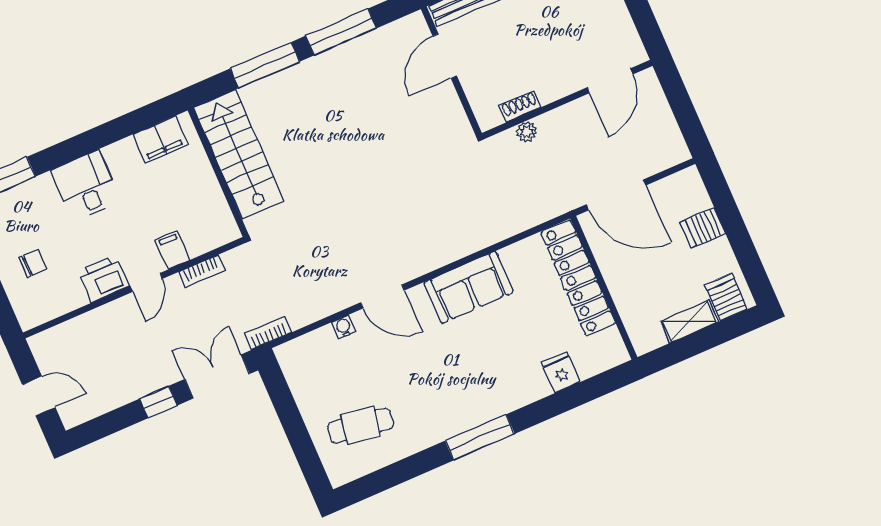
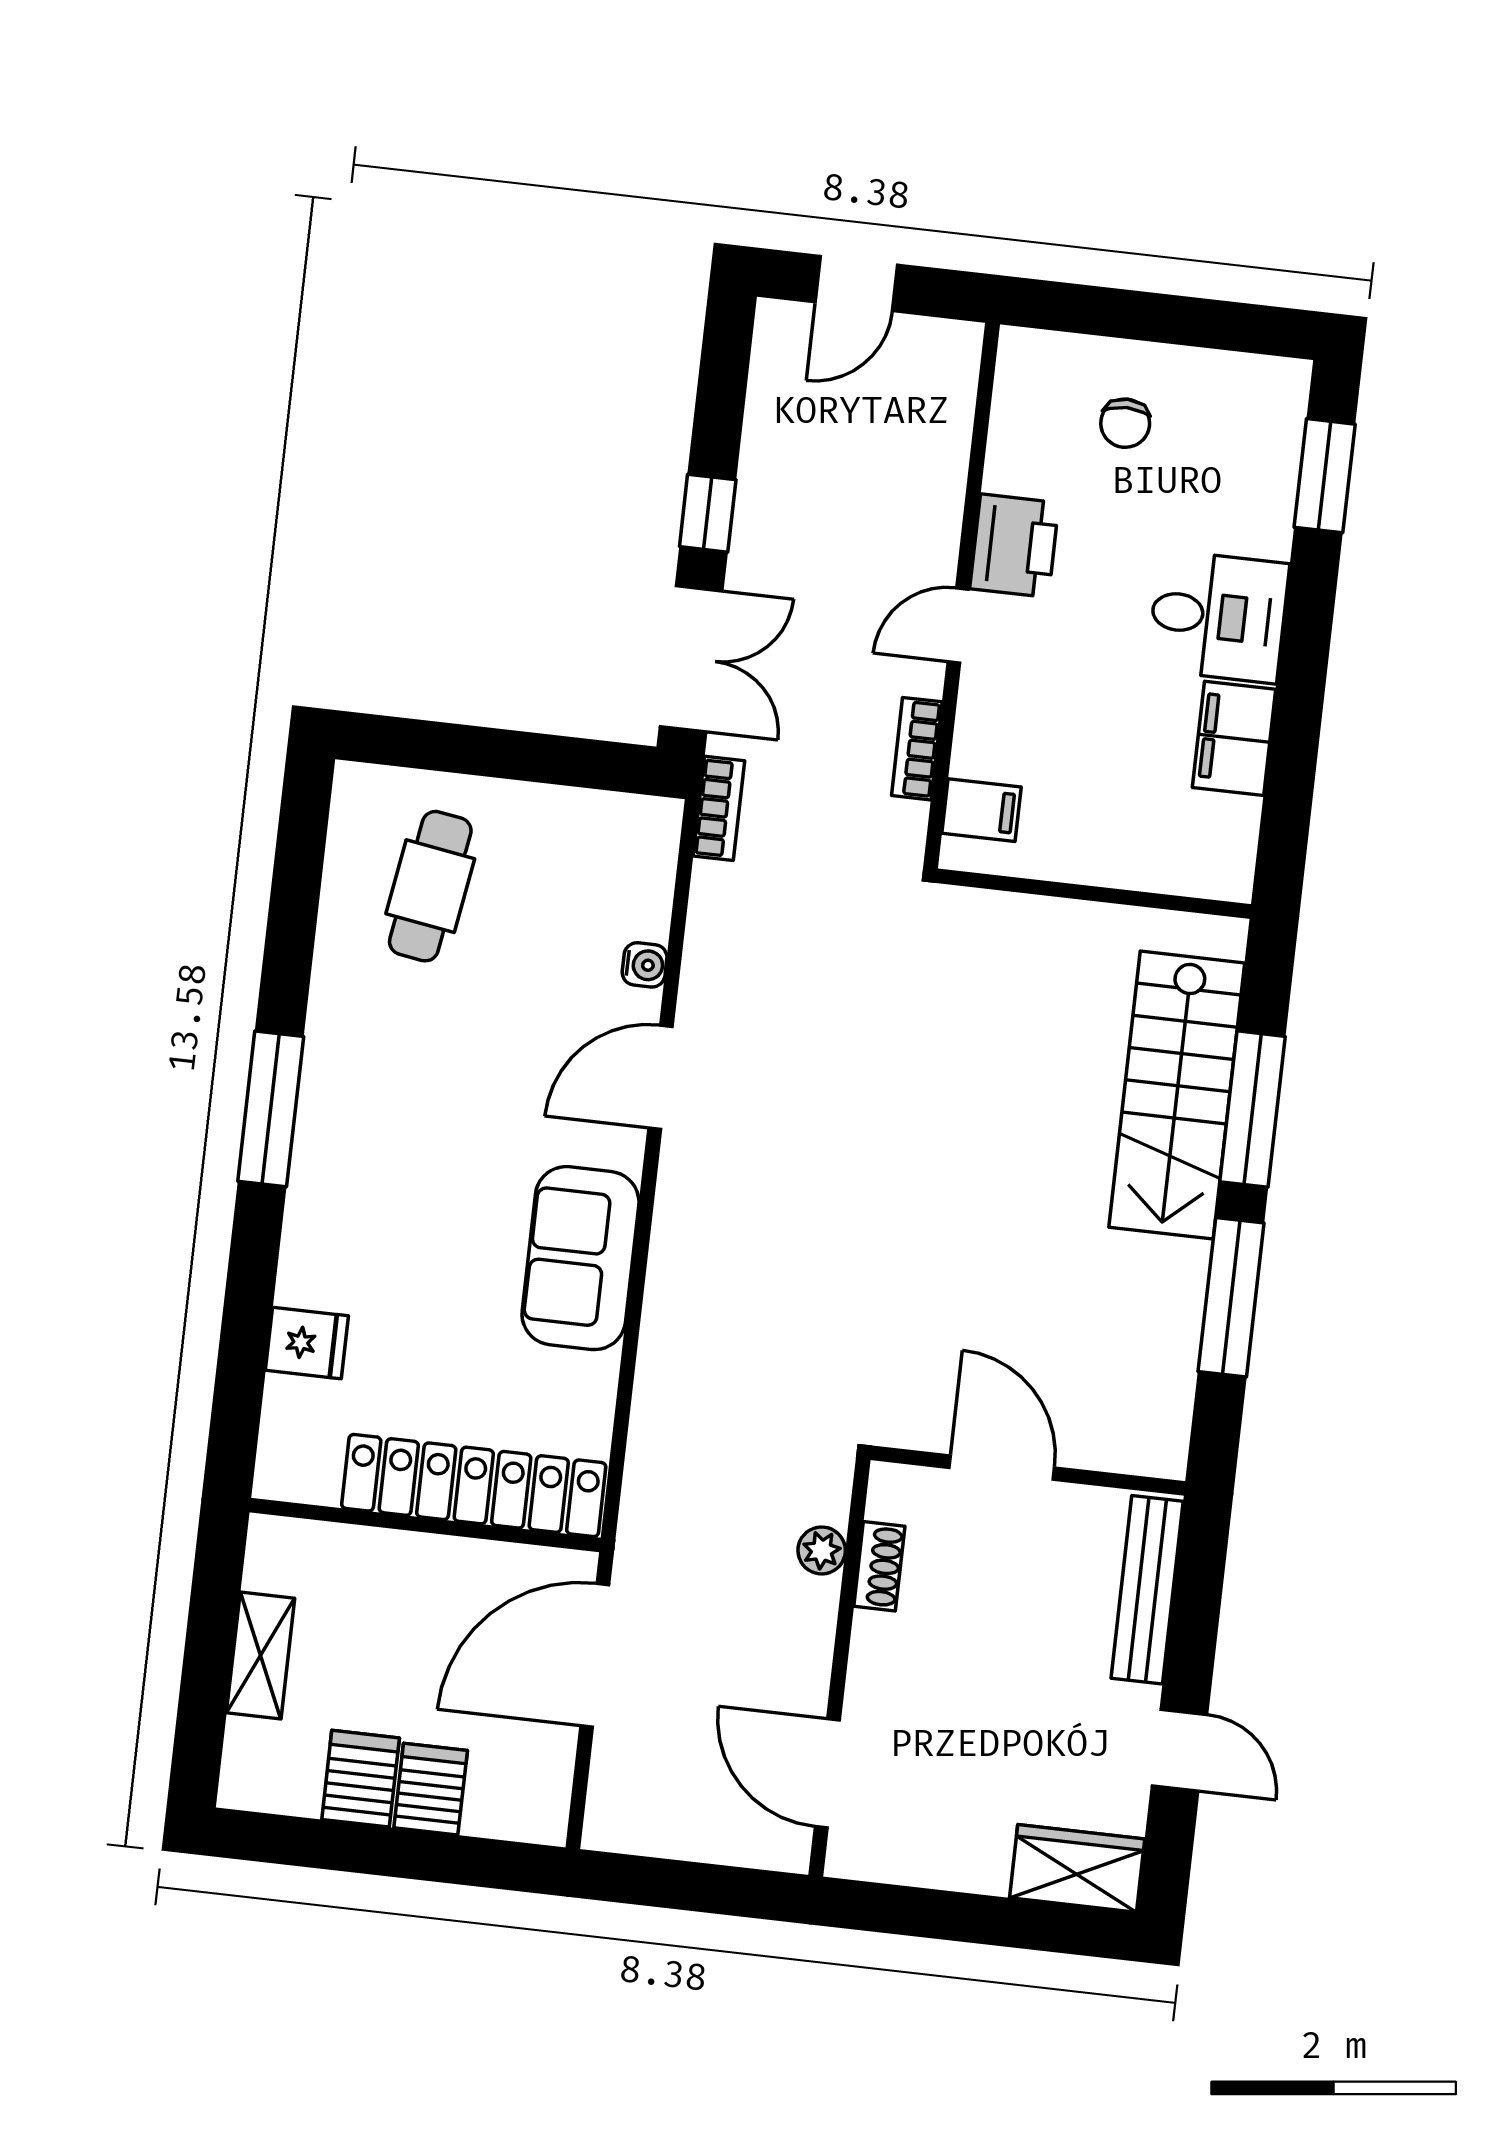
door: (445, 56) -> (1002, 1468), moved
filing cabinet: (160, 139) -> (1234, 738), moved
stairs: (239, 154) -> (1177, 1095), moved, turned 90
filing cabinet: (173, 250) -> (982, 810), moved
door: (146, 282) -> (958, 626), hinge flipped
server rack: (726, 297) -> (361, 1779), moved, turned -90

